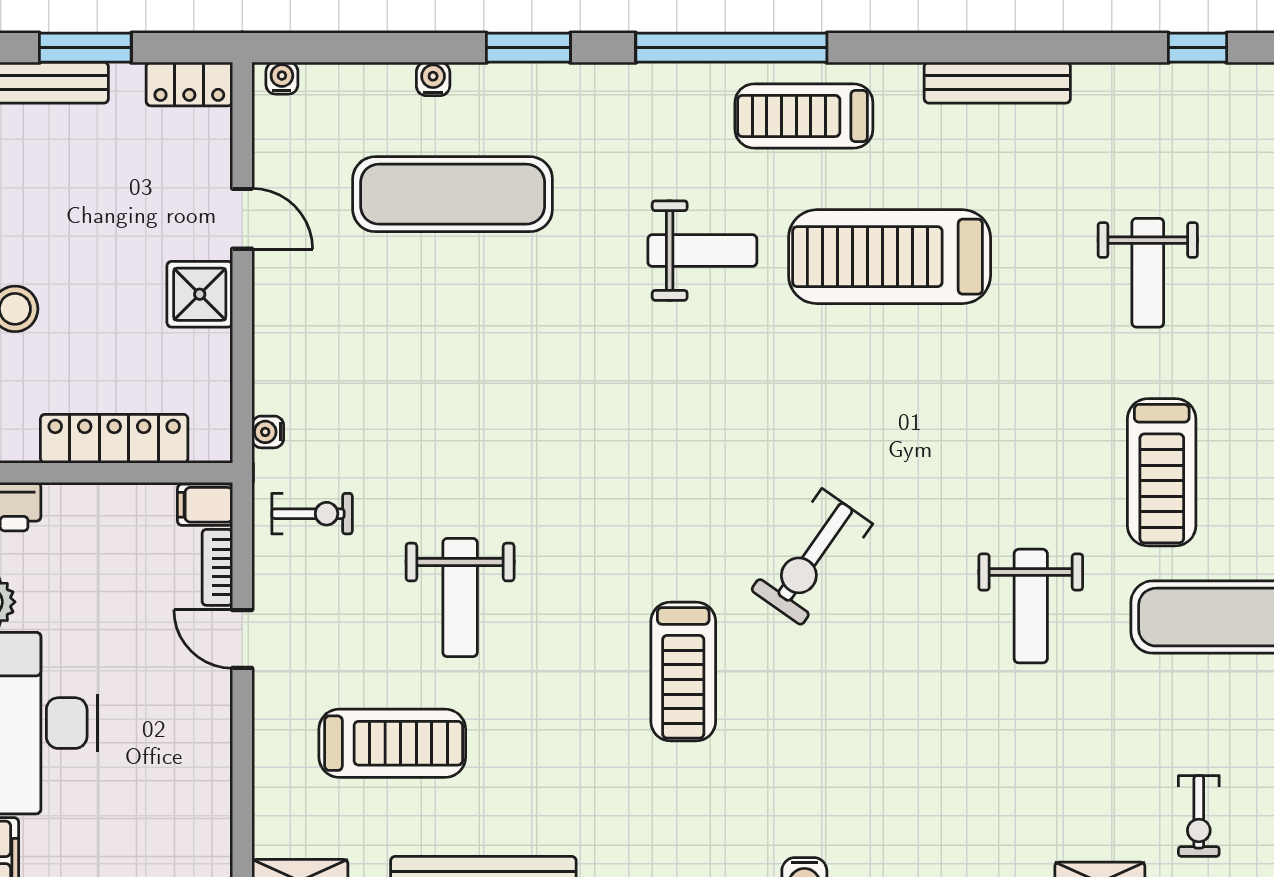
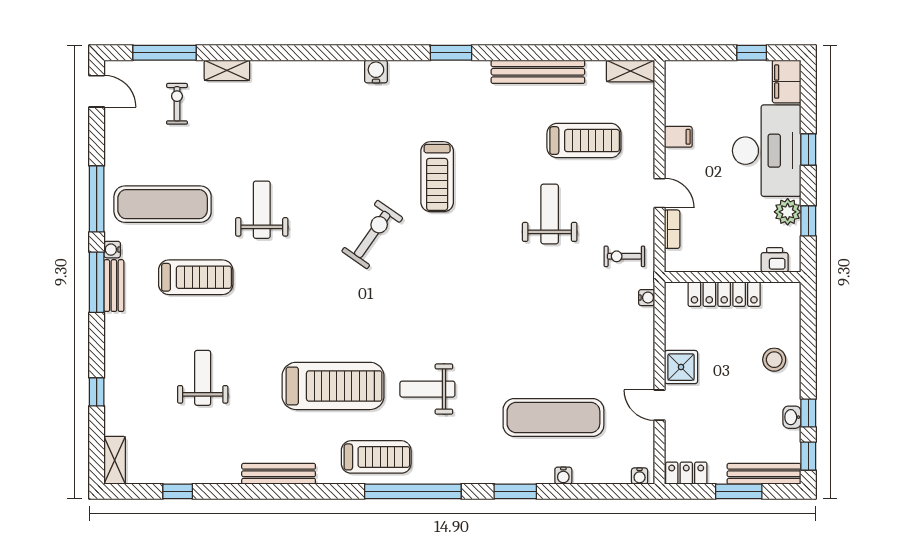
treadmill: (1162, 472) -> (196, 277), turned 90
filing cabinet: (205, 505) -> (678, 137), moved
treadmill: (683, 671) -> (437, 177), turned 180
treadmill: (392, 743) -> (584, 141), turned 180

